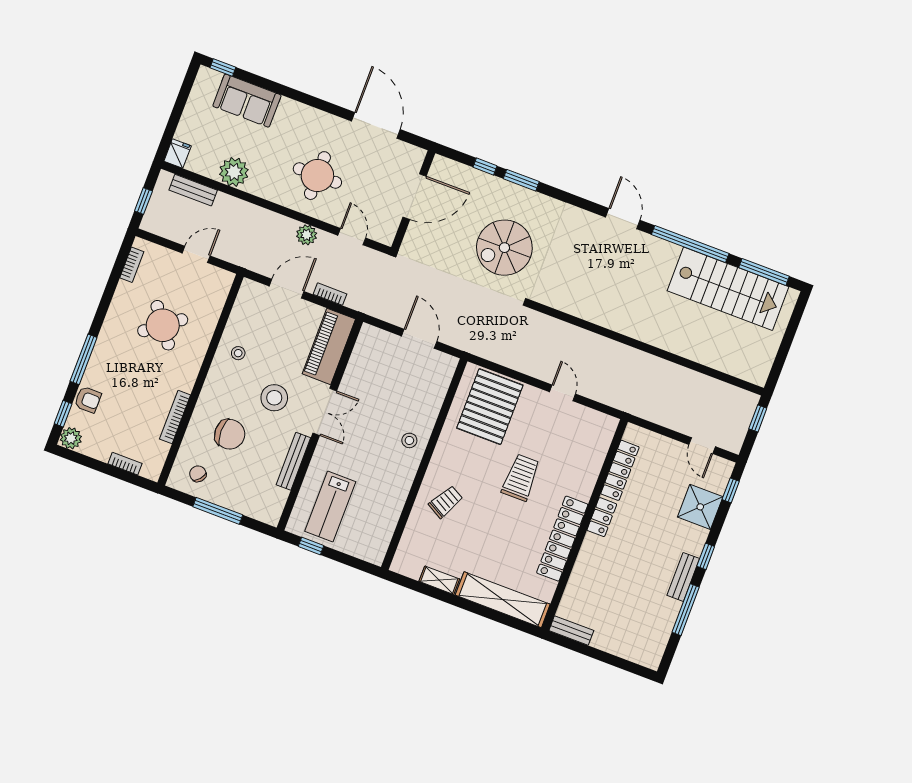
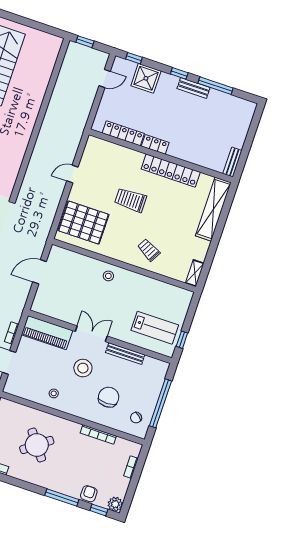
window: (218, 511) -> (160, 403), width x1.46
shelving: (439, 580) -> (195, 273), moved

